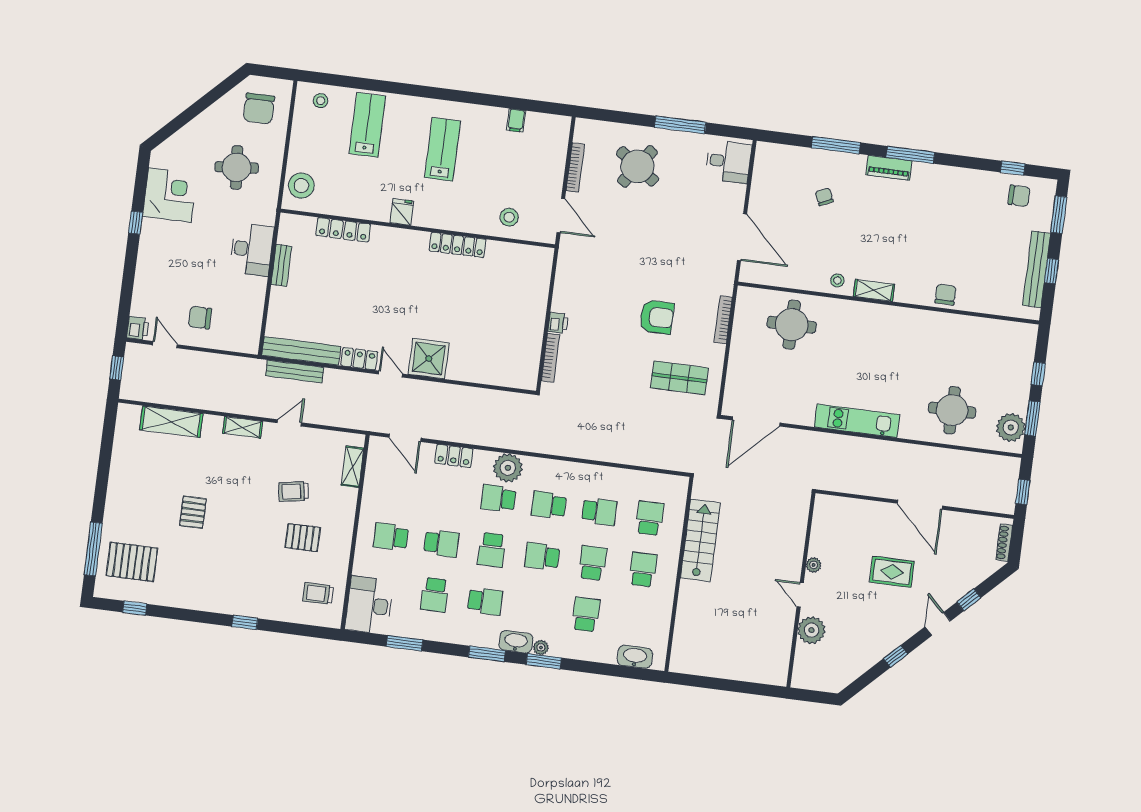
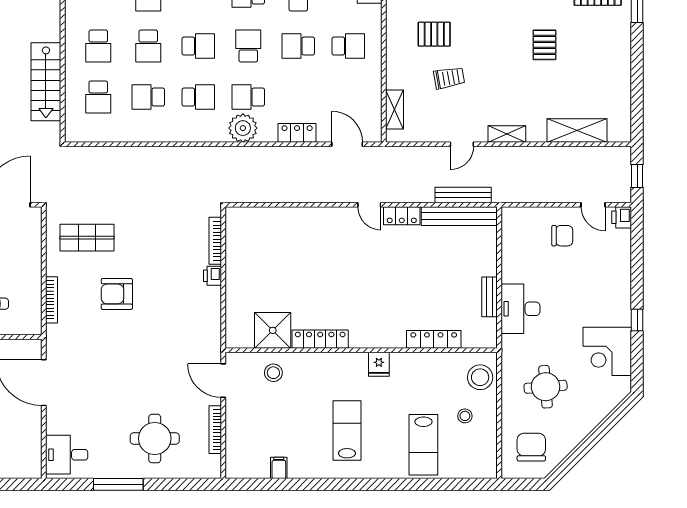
stool: (321, 101) -> (465, 416), moved
lab bench: (443, 149) -> (347, 431), turned 180
round table: (637, 166) -> (155, 439), turned -35
shower: (429, 359) -> (273, 330), moved
school desk: (498, 498) -> (248, 97), turned 180

